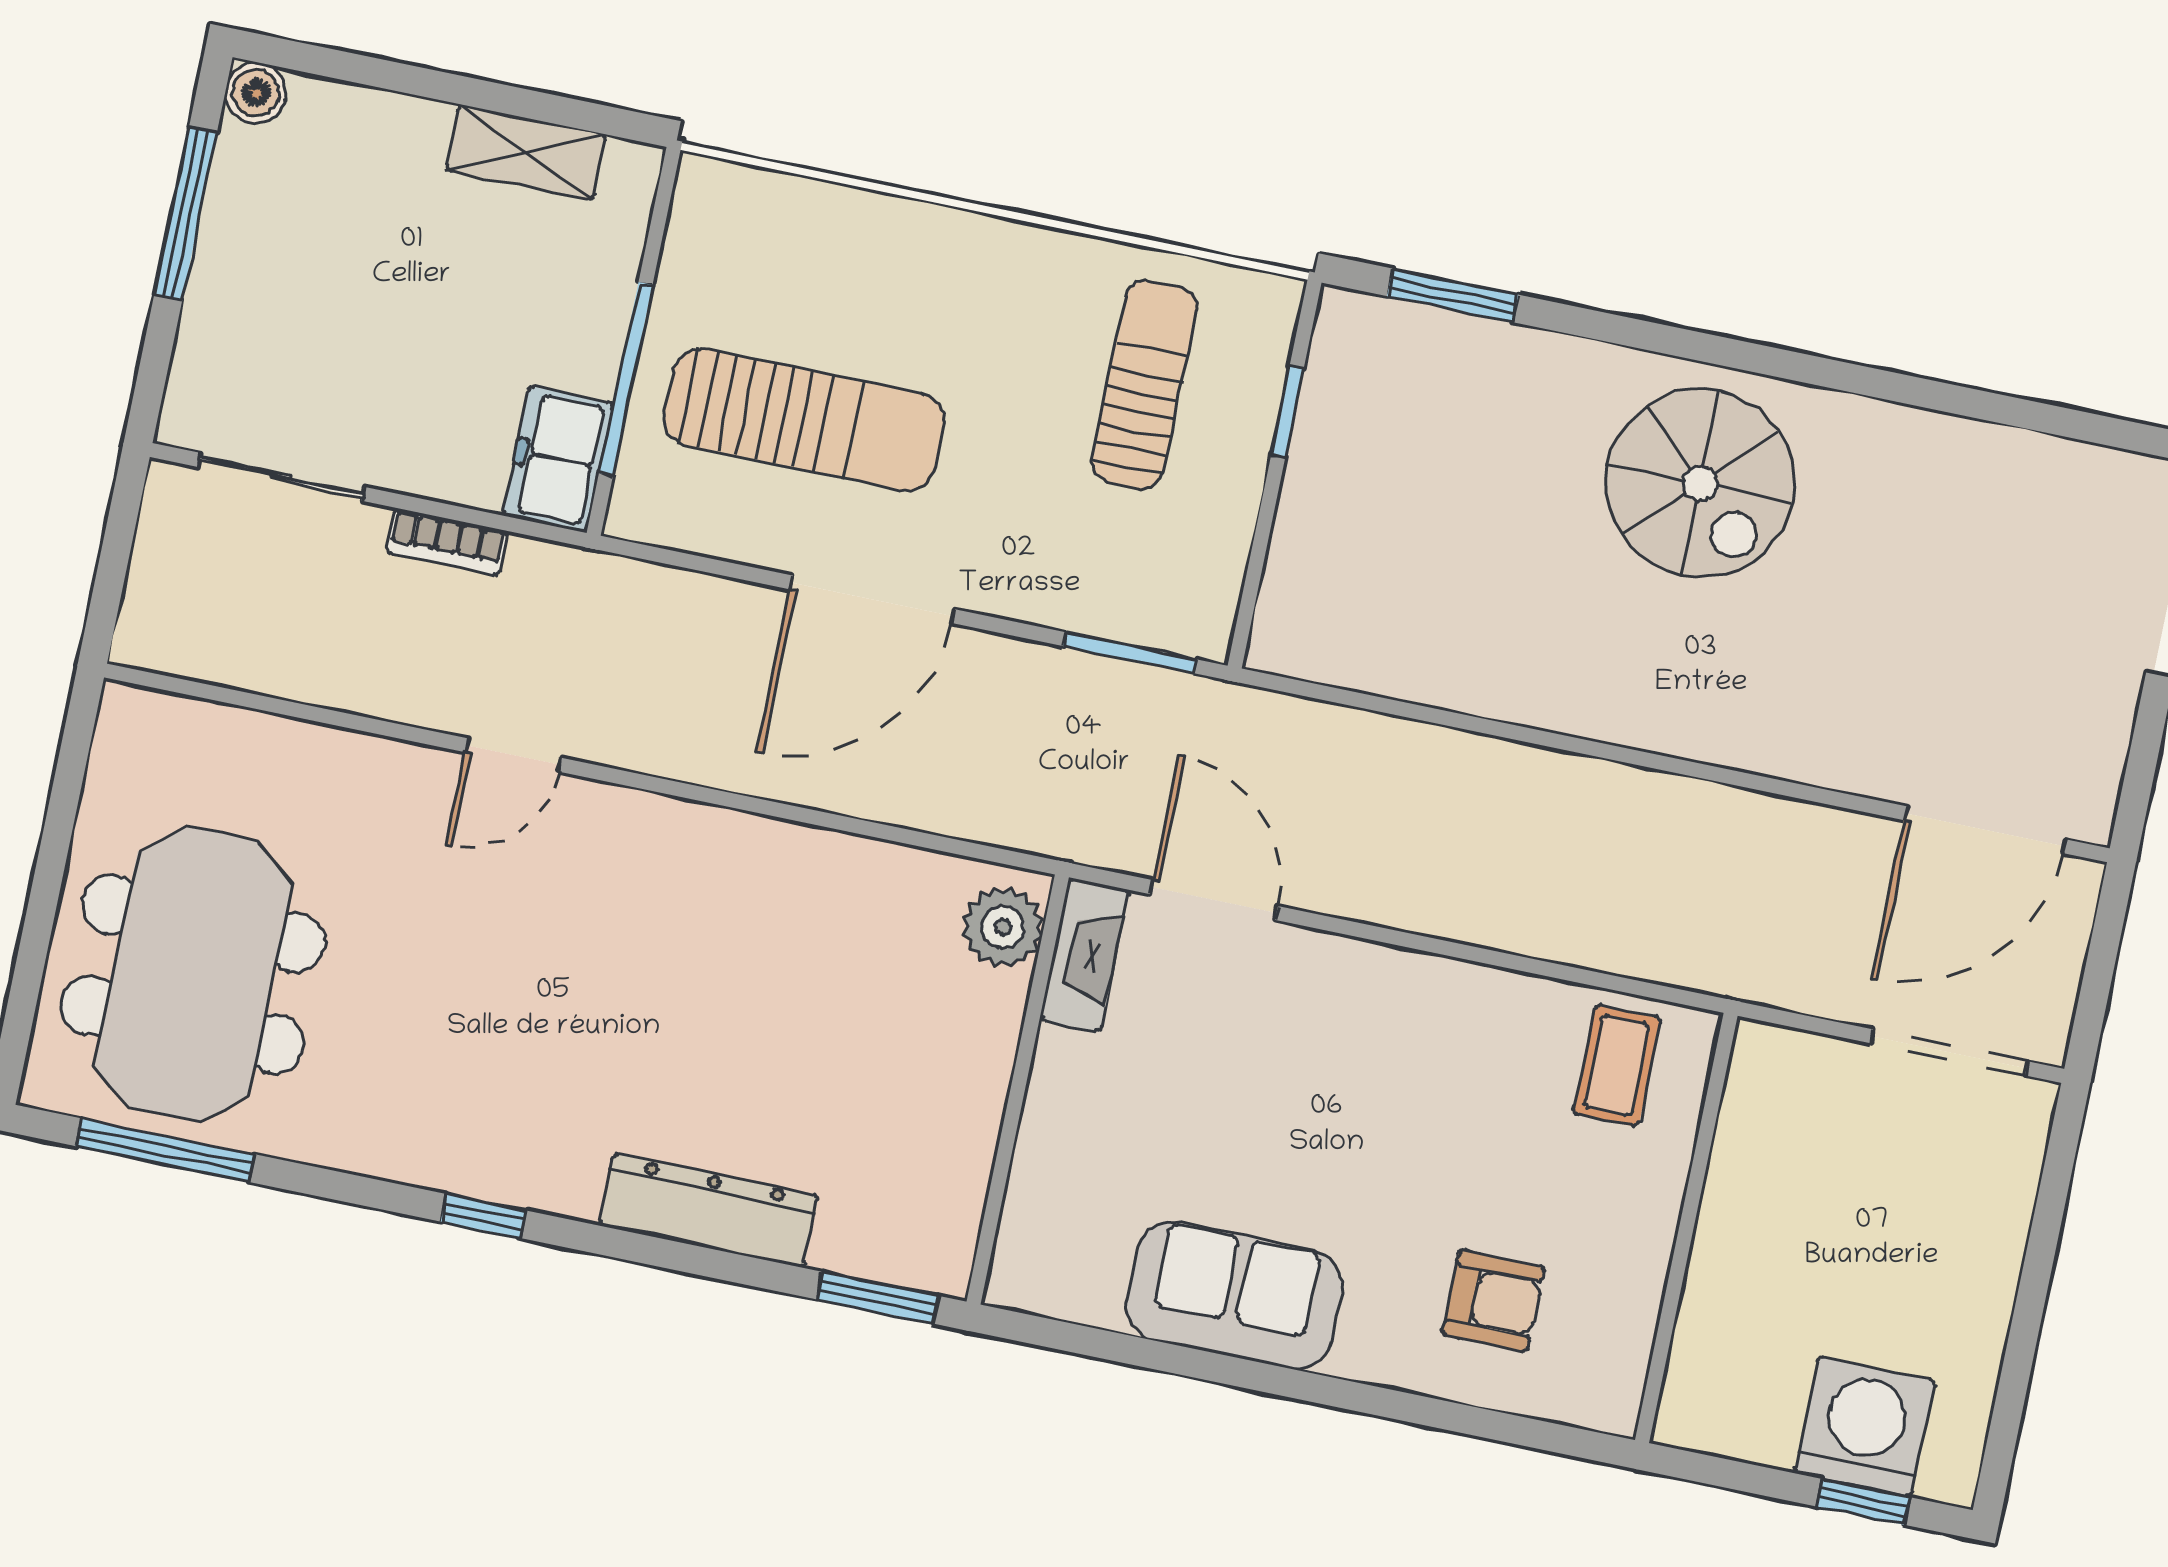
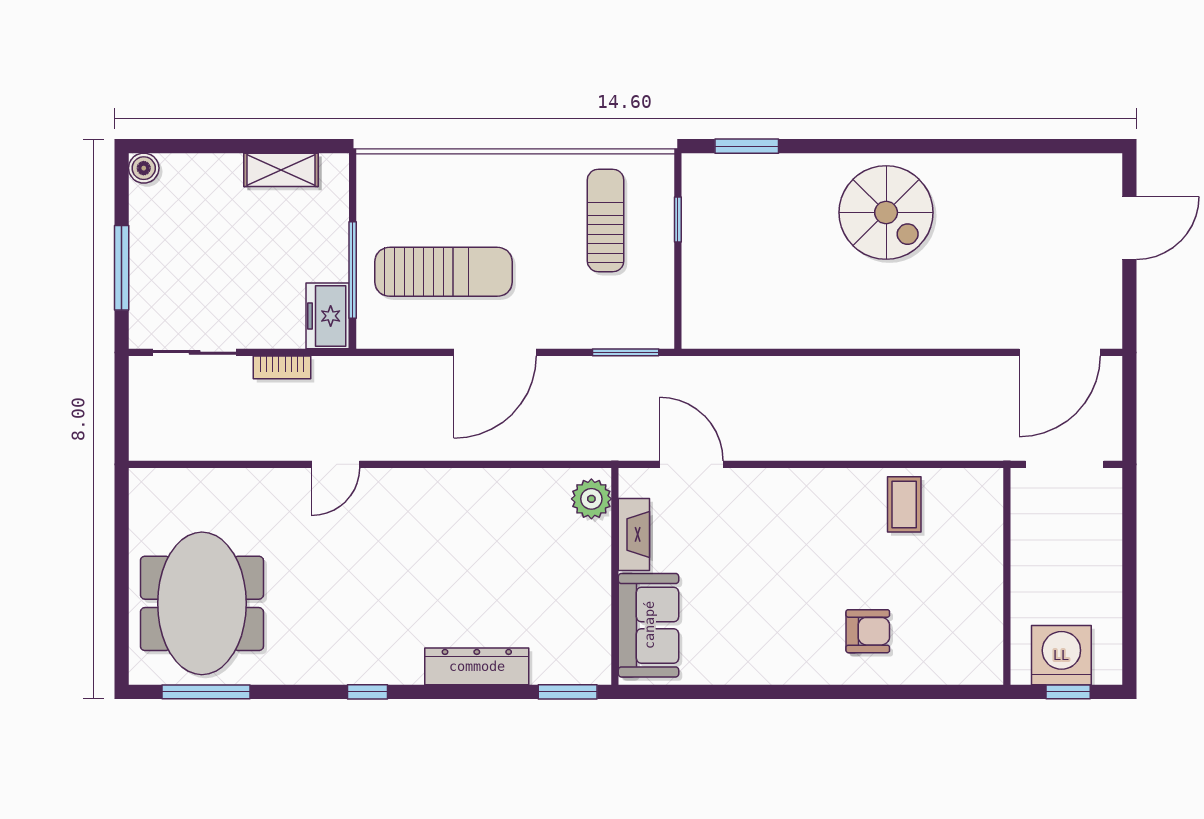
window: (186, 214) -> (122, 268), moved
fireplace: (1085, 955) -> (634, 534), moved
wall: (1686, 1228) -> (1007, 576), moved
sofa: (1234, 1296) -> (649, 625), moved, turned 90

